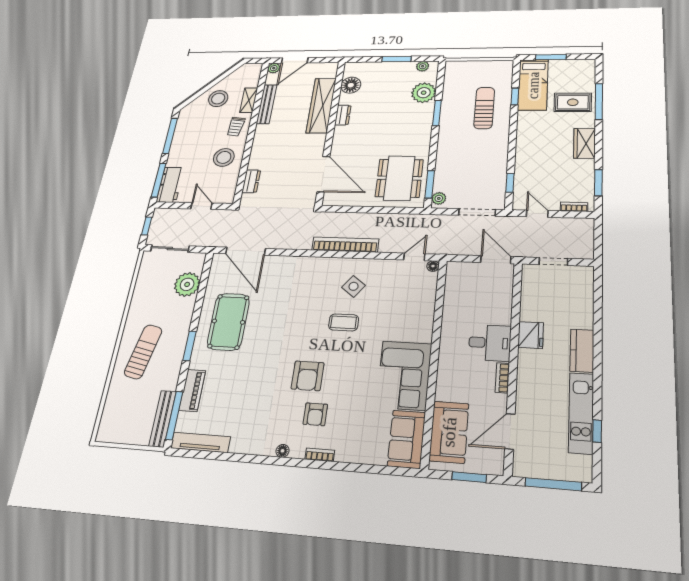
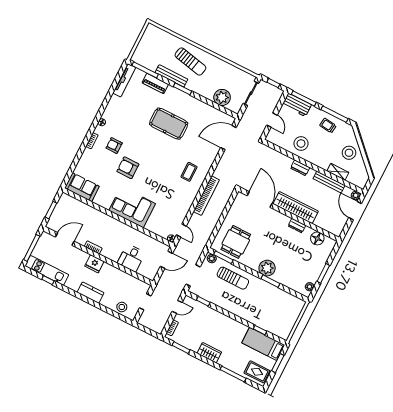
plant: (424, 93) -> (267, 268), moved
rug: (573, 102) -> (257, 372), moved, turned 90
wardrobe: (321, 105) -> (296, 208), moved
sun lounger: (484, 108) -> (233, 278), moved
trolley: (236, 127) -> (328, 126), moved
door: (323, 174) -> (260, 200), swing flipped
dining table: (399, 178) -> (236, 242), width x0.73
dresser: (251, 181) -> (300, 168), moved
door: (201, 206) -> (272, 120), hinge flipped
door: (496, 260) -> (166, 260), moved
side table: (354, 286) -> (178, 191), removed
stool: (580, 292) -> (122, 307), added
pool table: (228, 322) -> (169, 124), moved
coffee table: (344, 322) -> (189, 172), moved
fridge: (531, 335) -> (94, 264), moved
desk: (490, 343) -> (131, 258), moved
corner sofa: (404, 375) -> (132, 207), moved
armchair: (308, 376) -> (128, 168), moved
kitchen unit: (581, 413) -> (47, 270), moved
bench: (162, 419) -> (171, 76), moved
door: (510, 431) -> (65, 239), hinge flipped
sofa: (449, 432) -> (77, 209), removed

